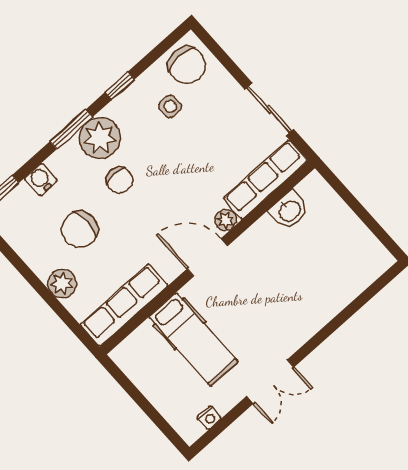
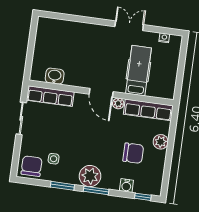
window: (120, 86) -> (62, 186), width x1.50
chair: (120, 180) -> (100, 154), removed
plant: (226, 220) -> (118, 103), moved

